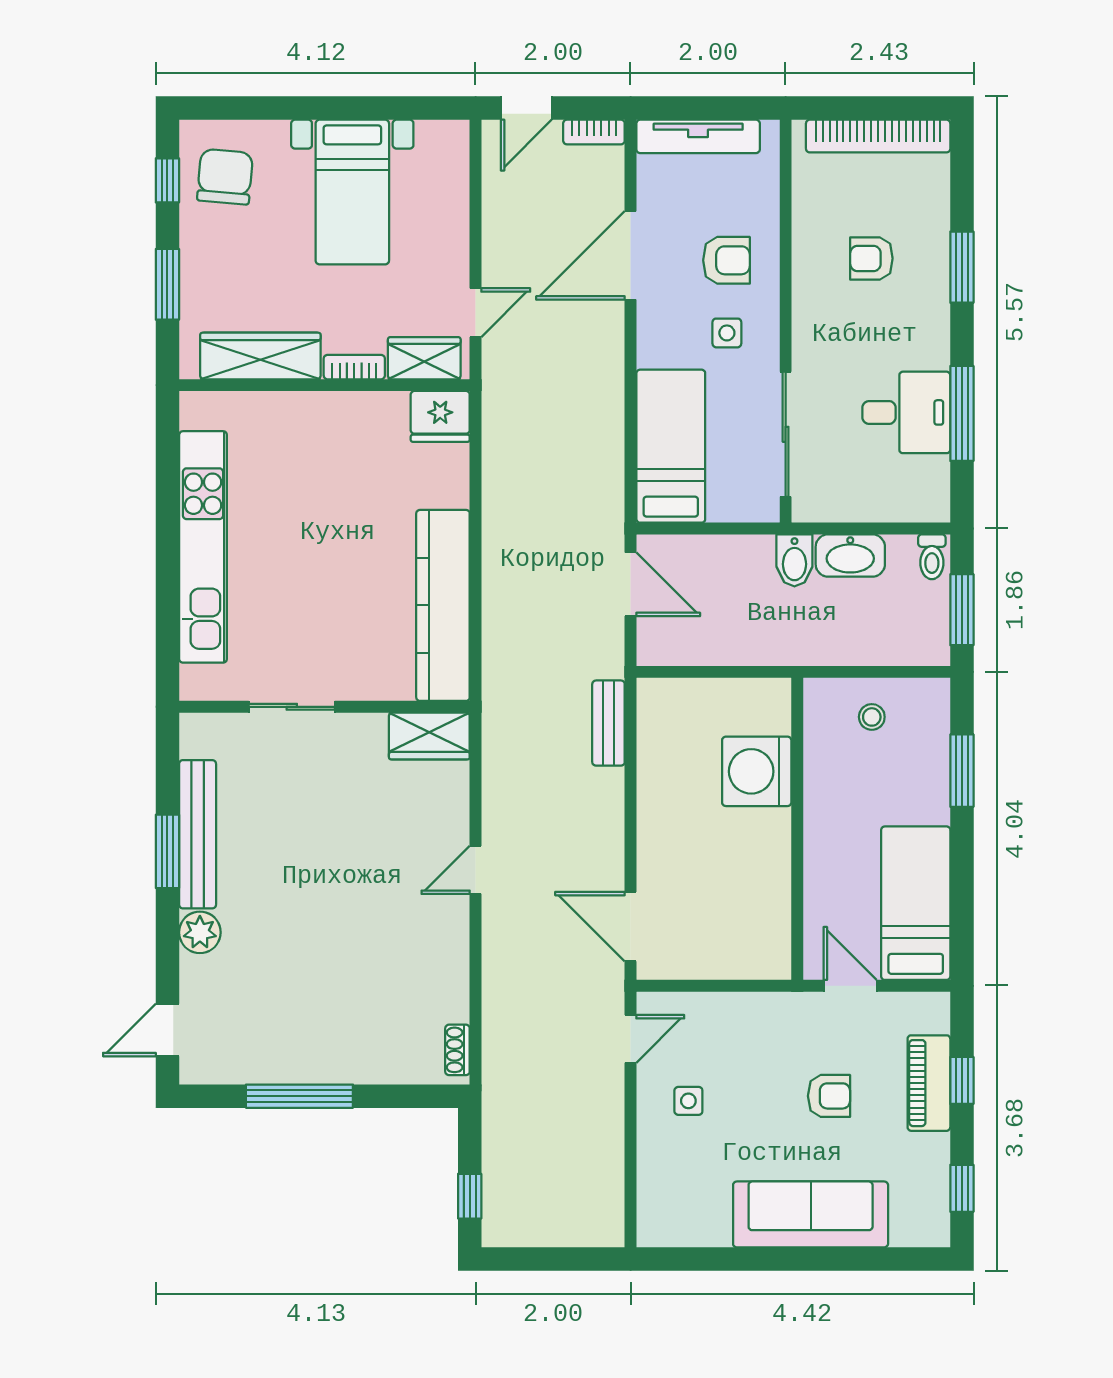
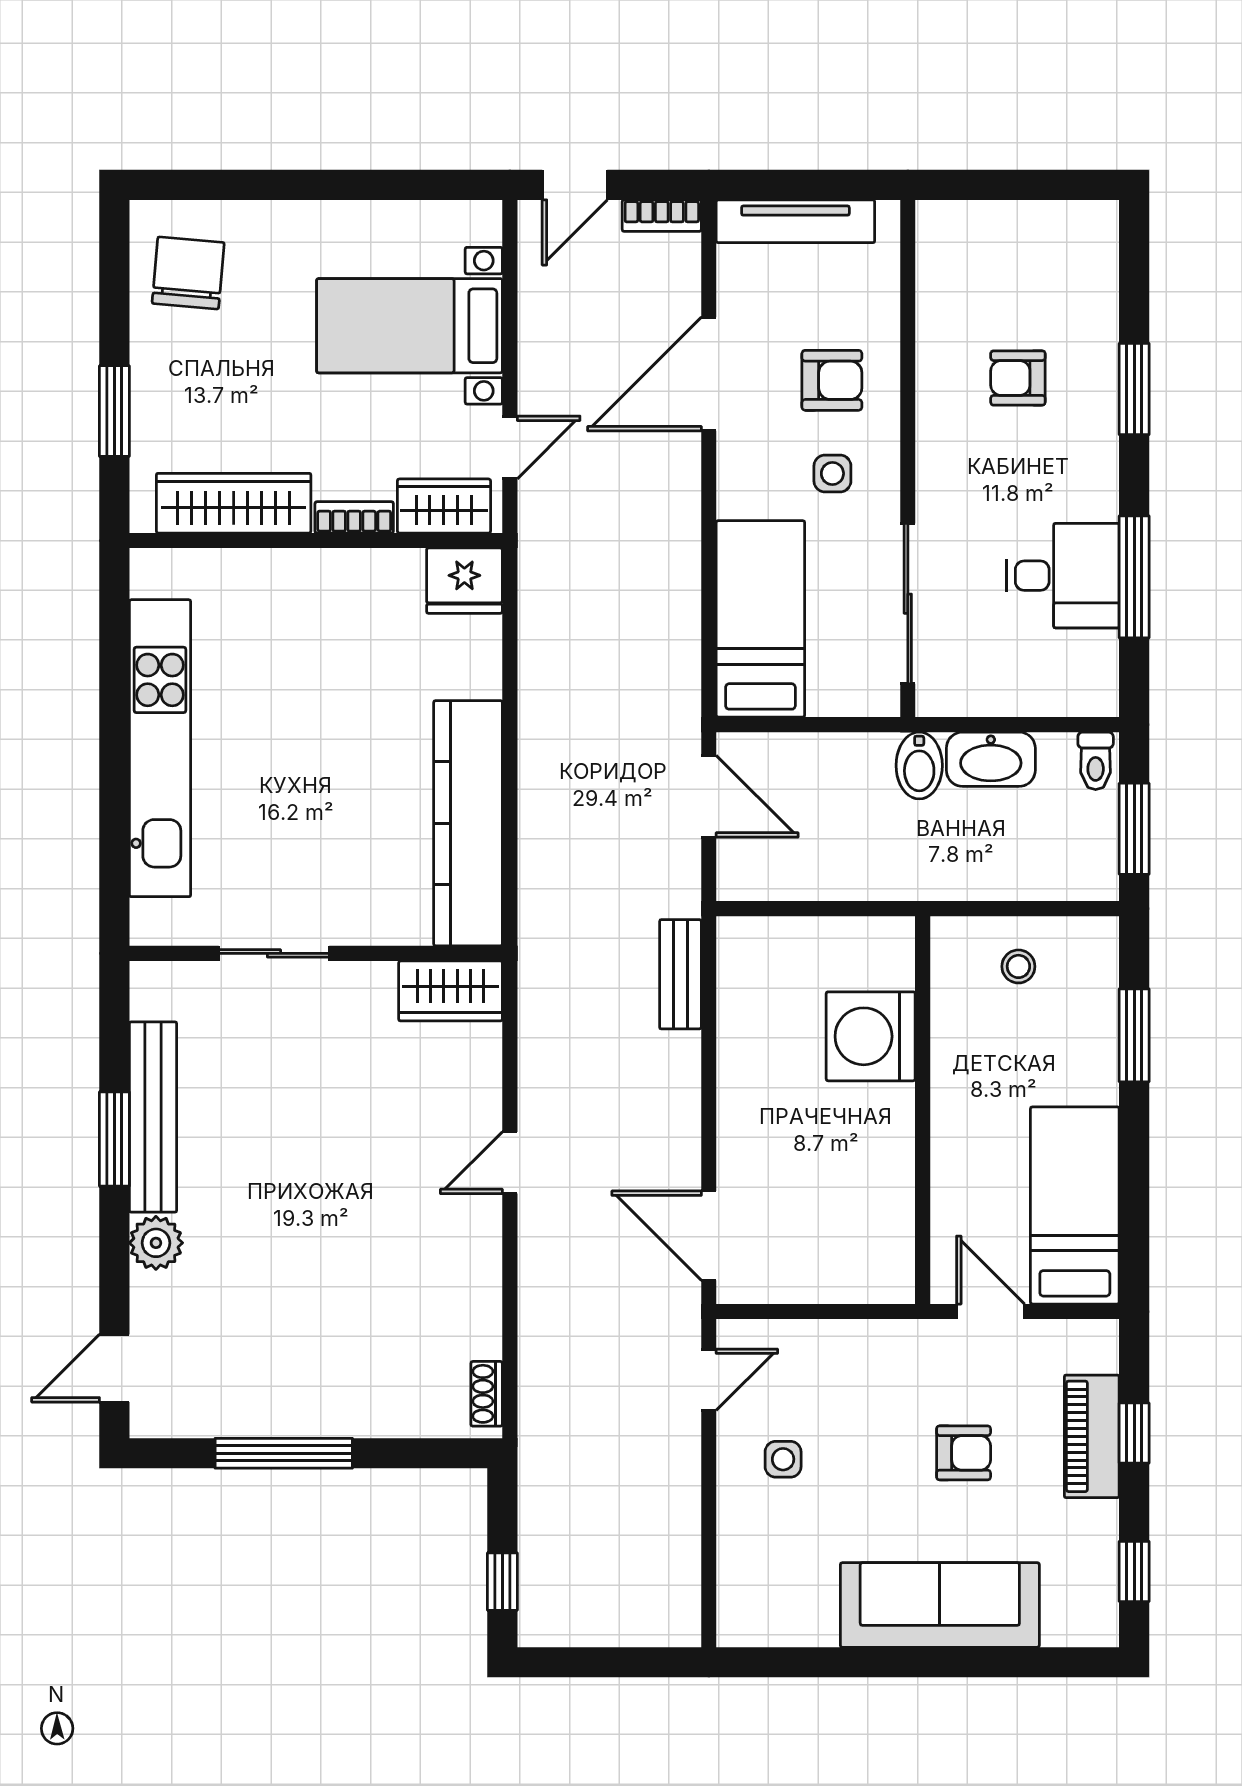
bookcase: (878, 136) -> (1027, 221), removed
window: (167, 180) -> (114, 278), removed
bed with nightstands: (352, 192) -> (409, 326), moved, turned 90

